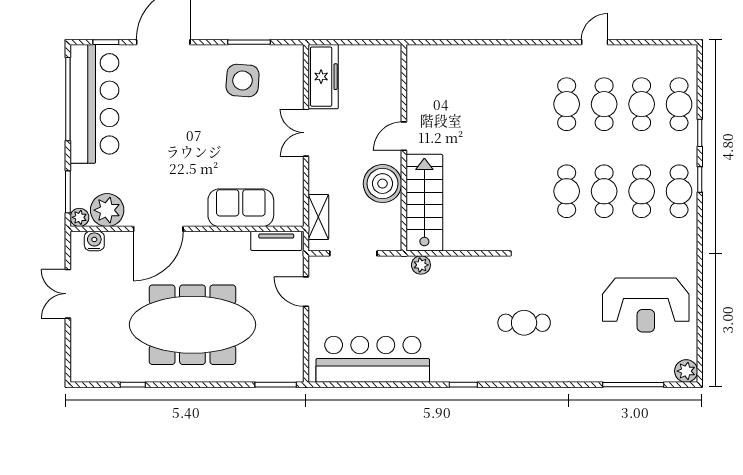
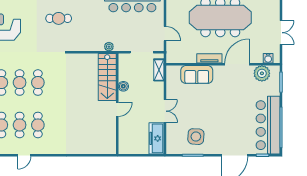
boiler: (383, 184) -> (123, 86), width x0.54, depth x0.54
plant: (79, 217) -> (275, 70), removed
tv unit: (276, 241) -> (209, 58), moved

